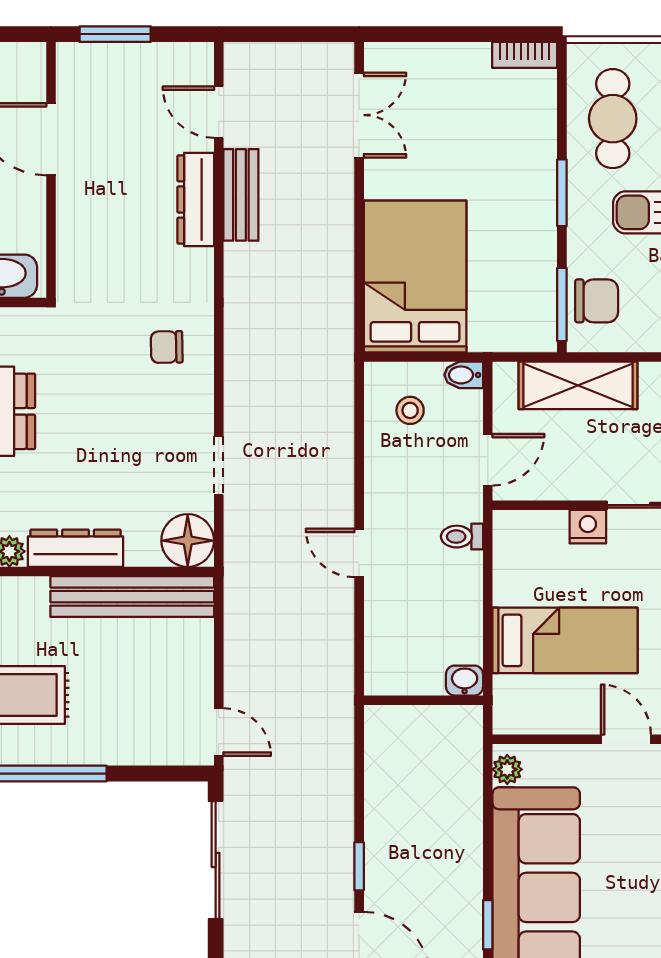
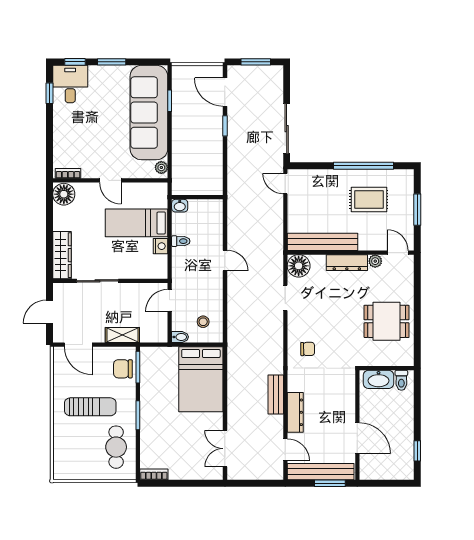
bench: (137, 61) -> (321, 472), added
bench: (241, 195) -> (276, 395), moved
shelving: (578, 385) -> (122, 335), width x0.67, depth x0.75
nightstand: (588, 527) -> (160, 246), moved, turned -90
toilet: (462, 537) -> (181, 241), moved

